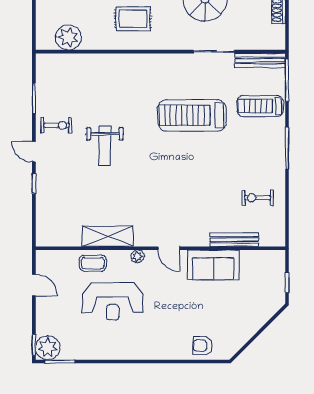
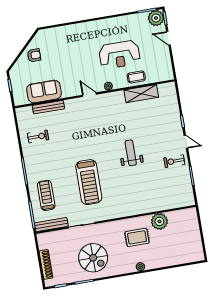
plant: (68, 37) -> (159, 221), moved
treadmill: (260, 106) -> (46, 195), turned -90
treadmill: (192, 115) -> (89, 182), turned 90
weight bench: (105, 146) -> (131, 153), moved
shelving: (108, 236) -> (141, 94), moved
sofa: (213, 265) -> (44, 91), moved
door: (34, 285) -> (168, 38), moved
reception desk: (113, 301) -> (119, 55), turned 180
armchair: (202, 346) -> (34, 55), moved

